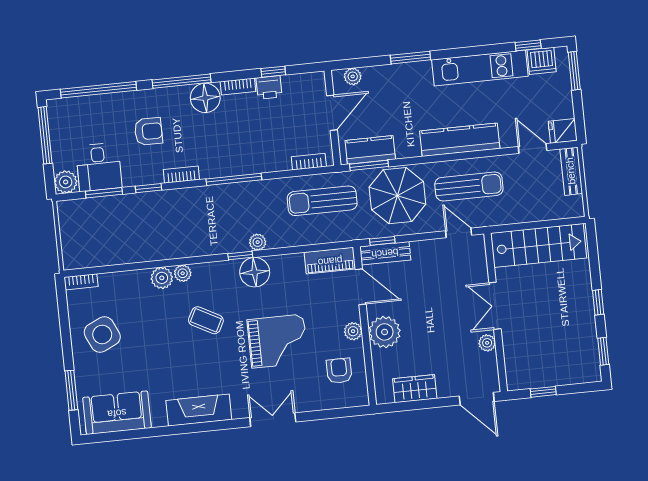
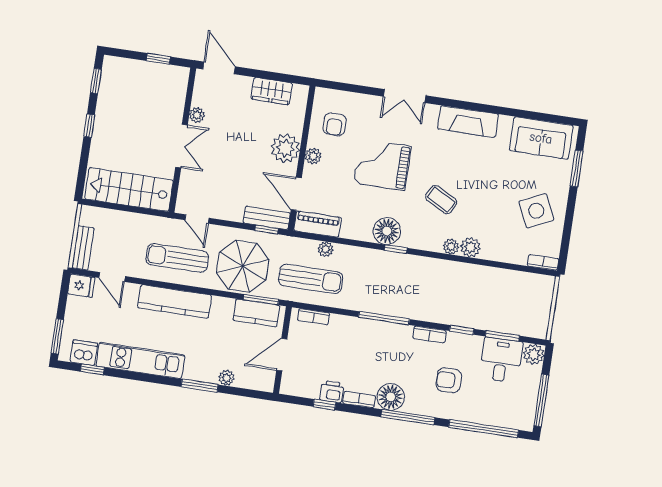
plant: (353, 76) -> (226, 378), moved
plant: (258, 242) -> (326, 249), moved

